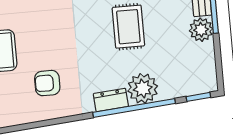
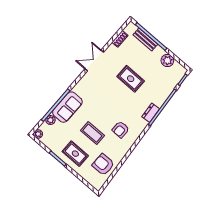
plant: (201, 30) -> (167, 60), moved
plant: (143, 88) -> (159, 97), removed

